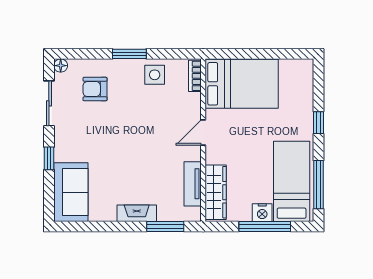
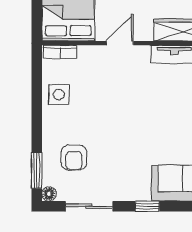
window: (129, 54) -> (37, 170), moved
door: (203, 133) -> (120, 43), swing flipped

